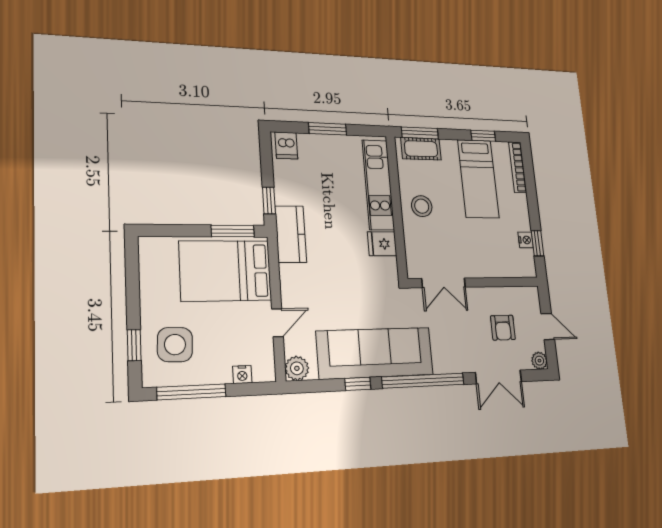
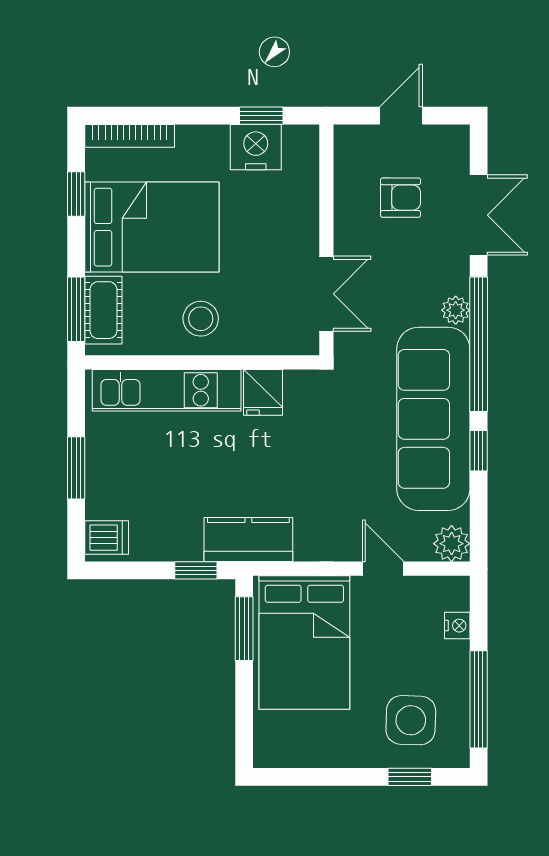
bed: (478, 179) -> (152, 227), width x1.50
nightstand: (526, 240) -> (256, 147), width x1.89, depth x1.79
plant: (539, 361) -> (456, 310), moved

